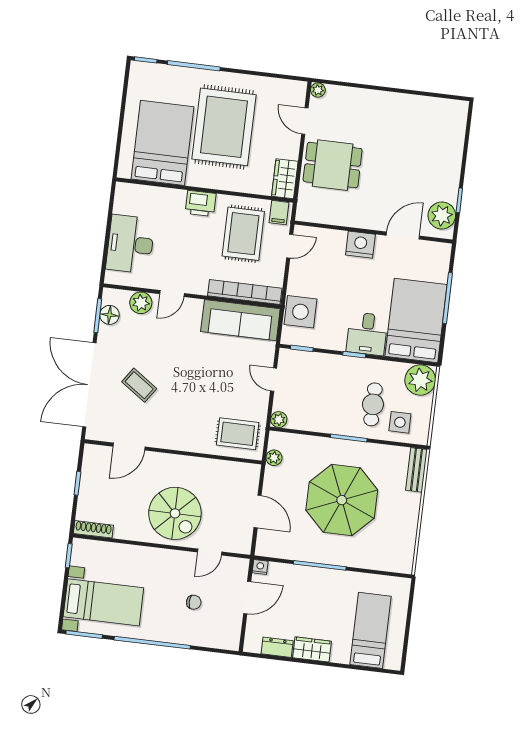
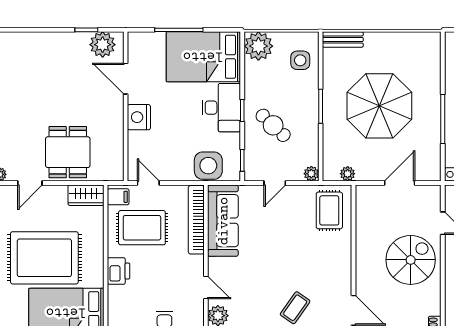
desk: (367, 334) -> (221, 108), width x1.37
cafe table: (373, 404) -> (273, 125), moved, turned 43

